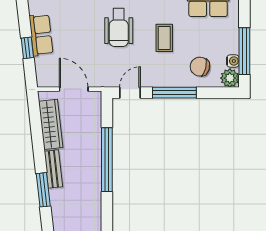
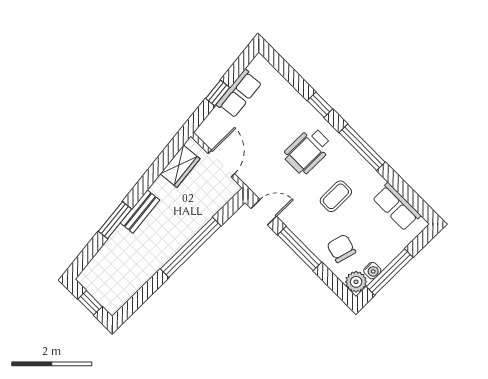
wardrobe: (51, 124) -> (180, 166), width x0.67

